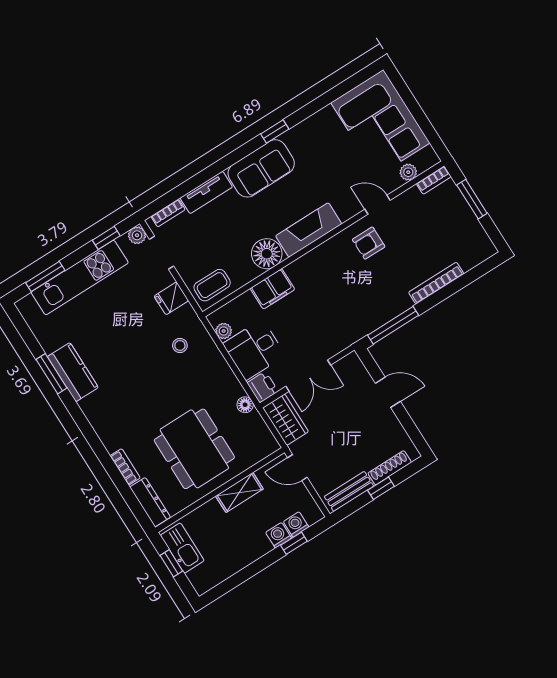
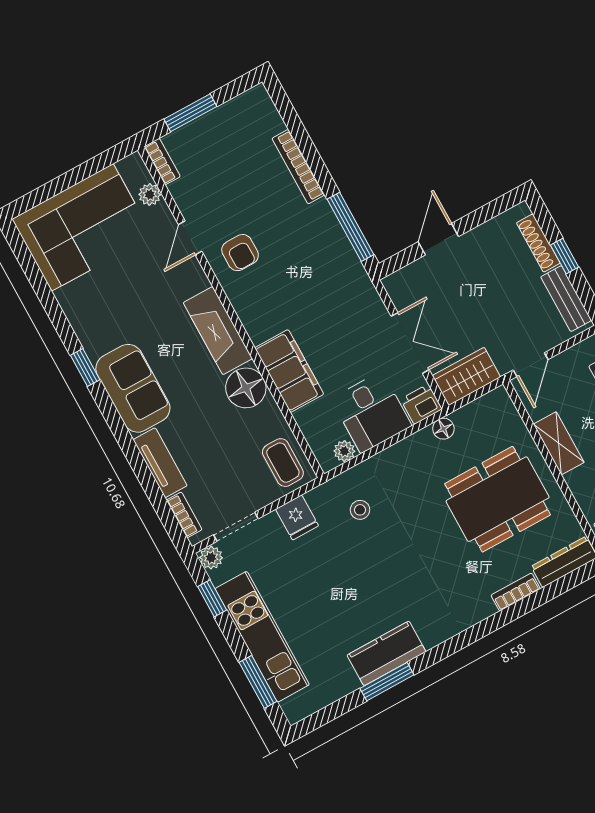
filing cabinet: (272, 289) -> (289, 371), width x1.50, depth x1.17

